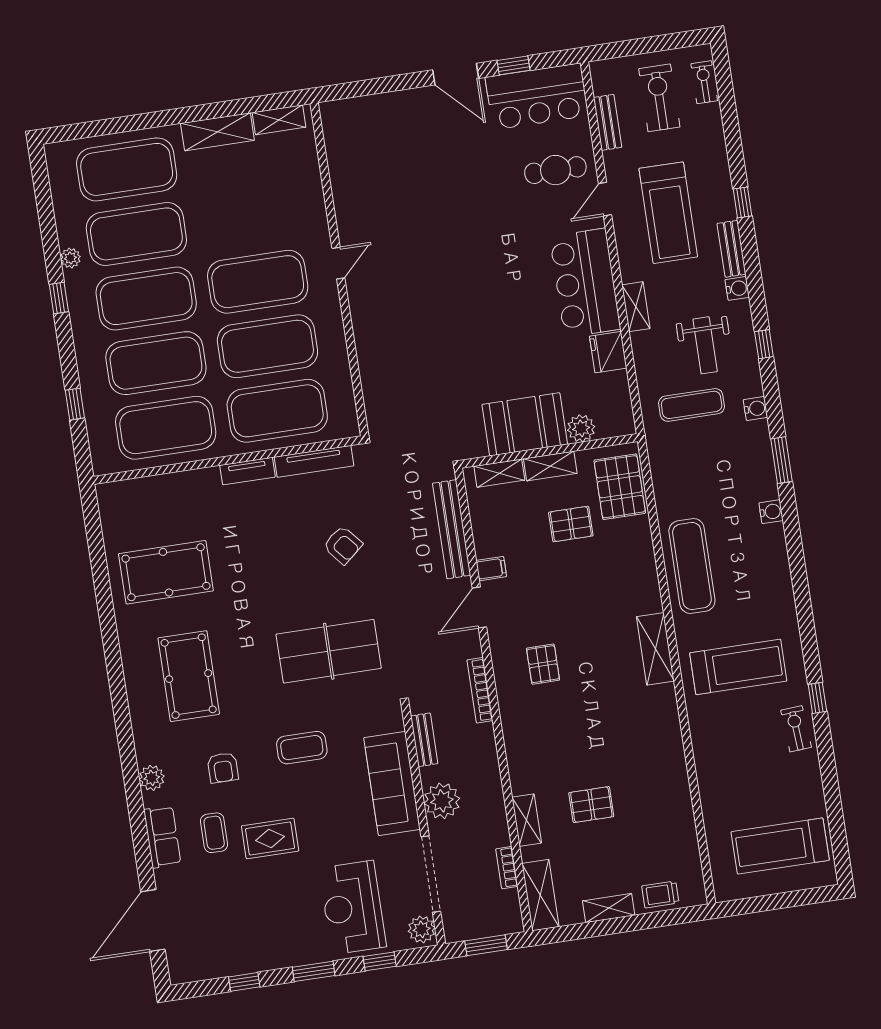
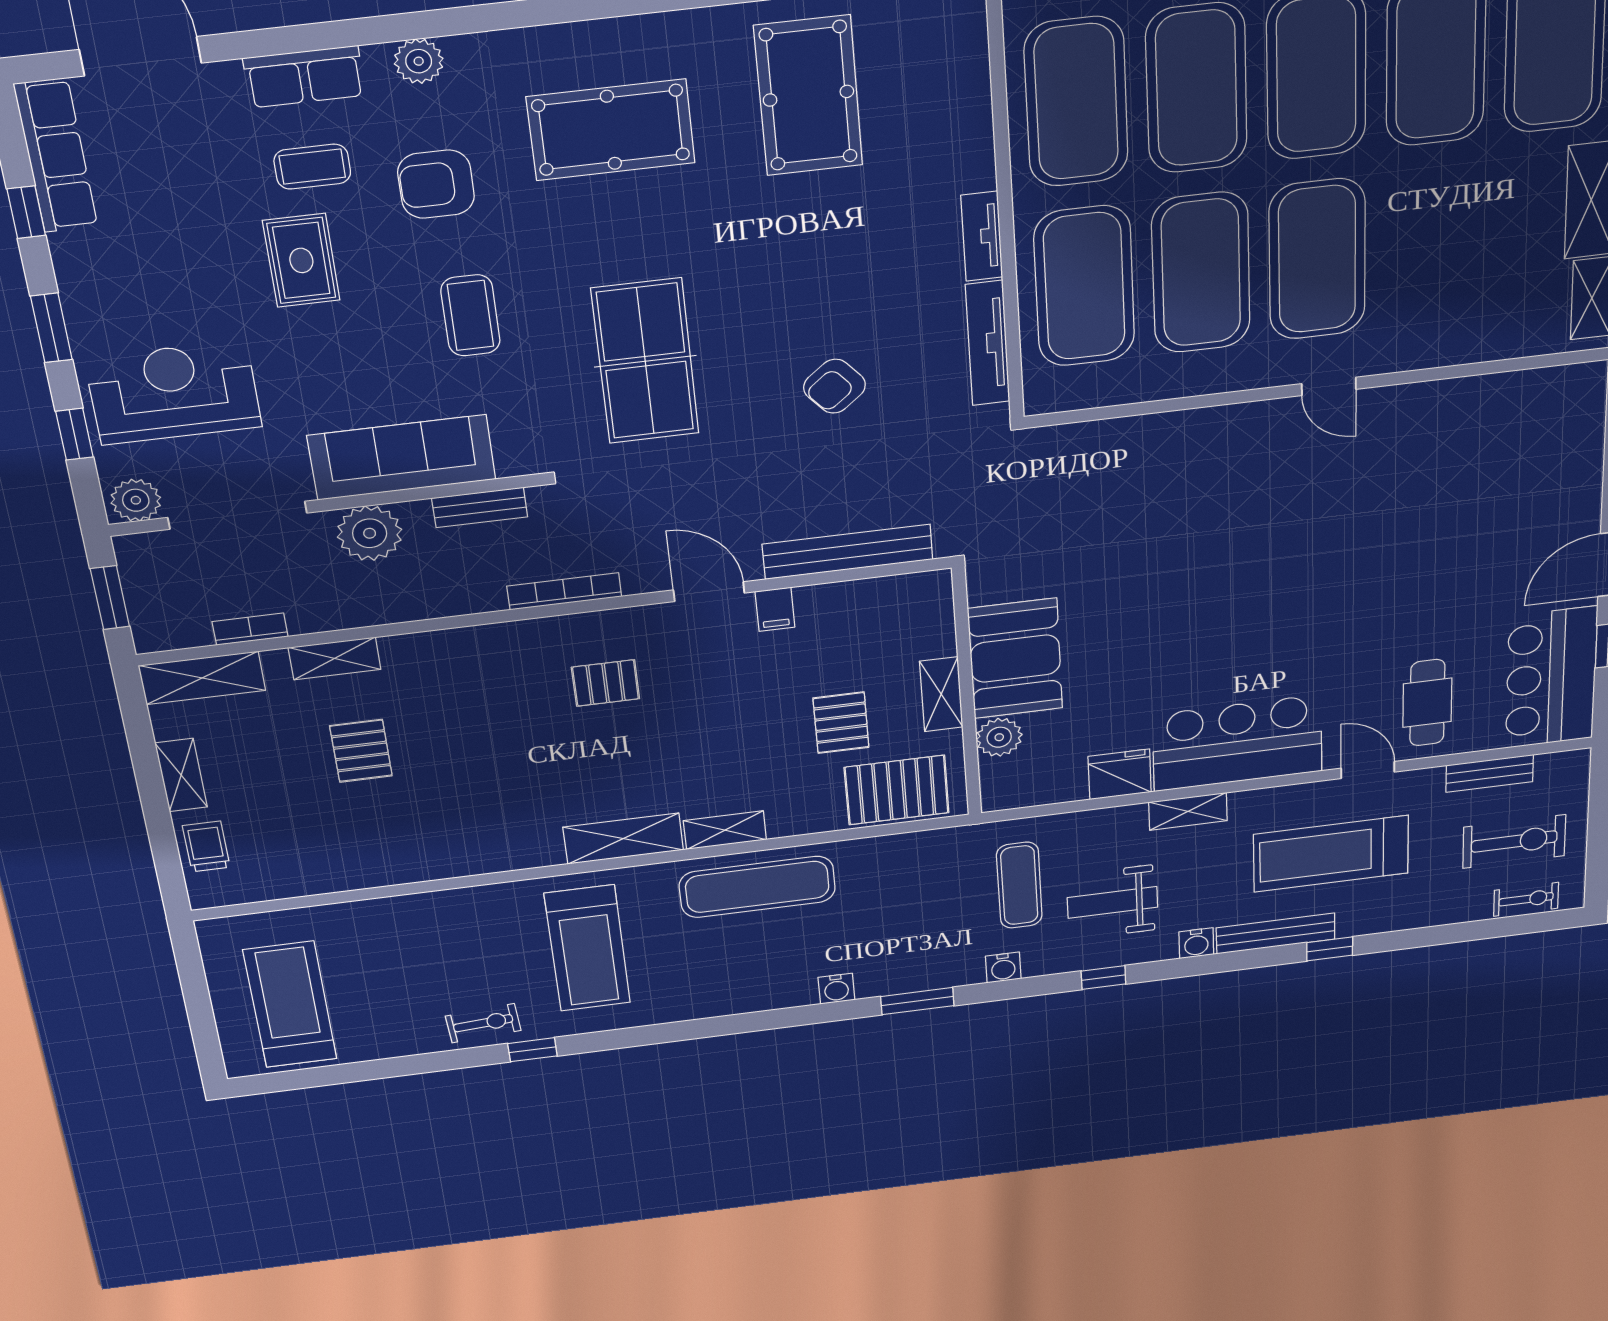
bench: (732, 249) -> (1276, 934), width x1.36
shelving: (499, 473) -> (725, 830), moved, turned 90
armchair: (223, 768) -> (436, 184), width x1.38, depth x1.38
row of seats: (211, 965) -> (56, 156), added

